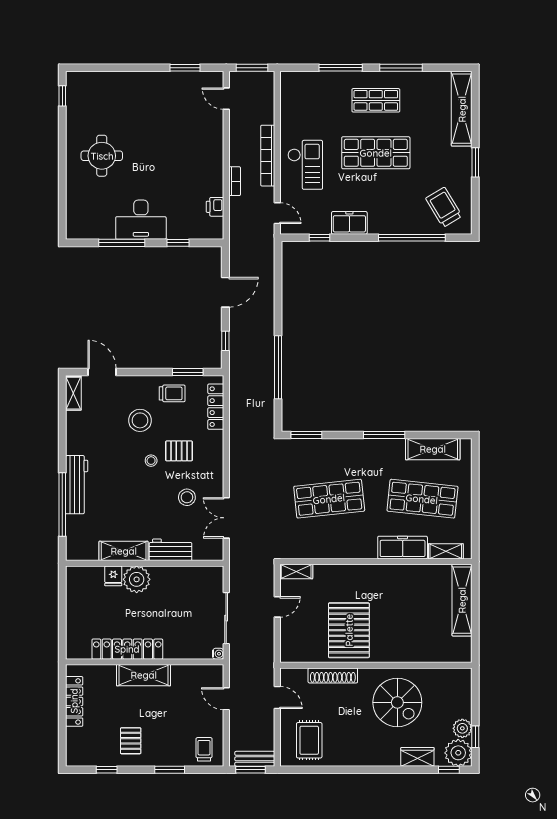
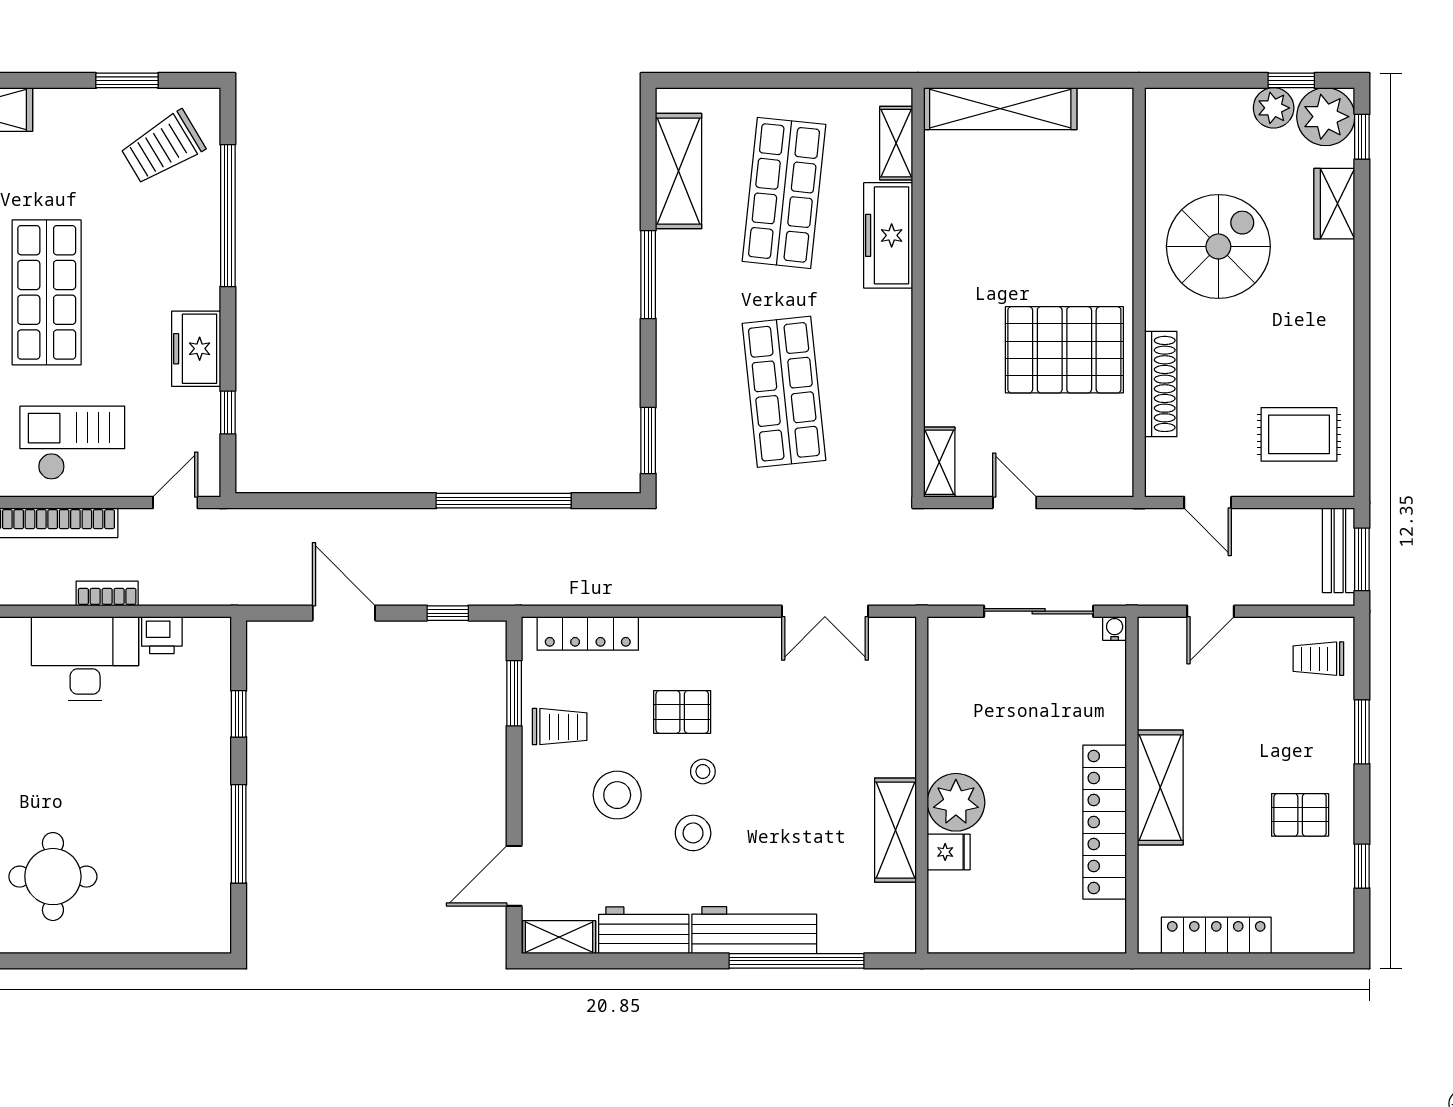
window: (475, 162) -> (127, 80), moved
desk: (141, 220) -> (85, 659), moved, turned -90
trolley: (172, 393) -> (560, 727), turned 90
pallet: (179, 451) -> (682, 712), turned 90
stool: (187, 497) -> (693, 833), moved
workbench: (171, 550) -> (644, 930), moved, turned 90
door: (277, 697) -> (1208, 503), swing flipped

